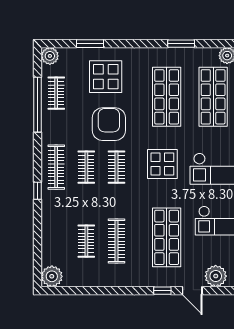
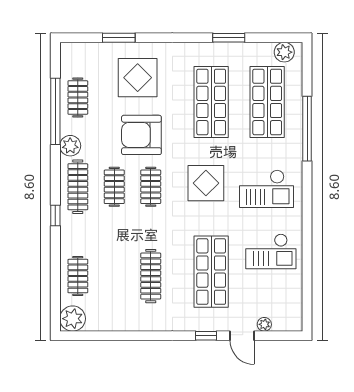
plant: (50, 56) -> (70, 146), moved
armchair: (109, 124) -> (141, 135), turned -90
clothes rail: (86, 241) -> (78, 276), moved
plant: (216, 276) -> (264, 324), width x0.53, depth x0.53

